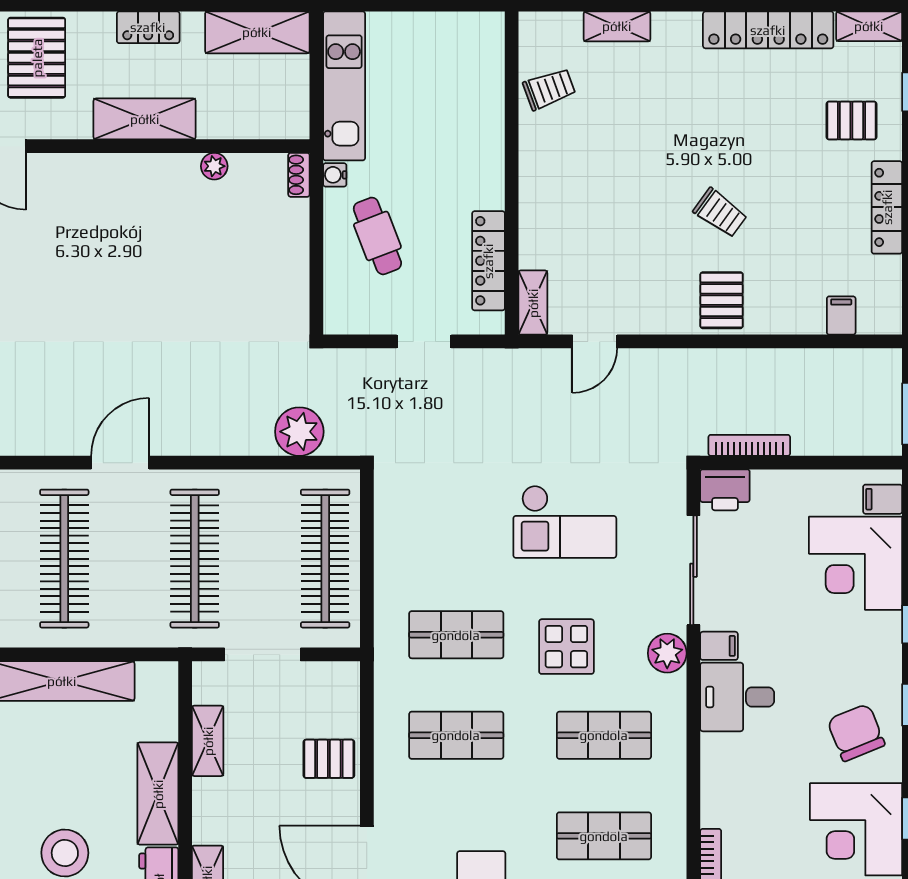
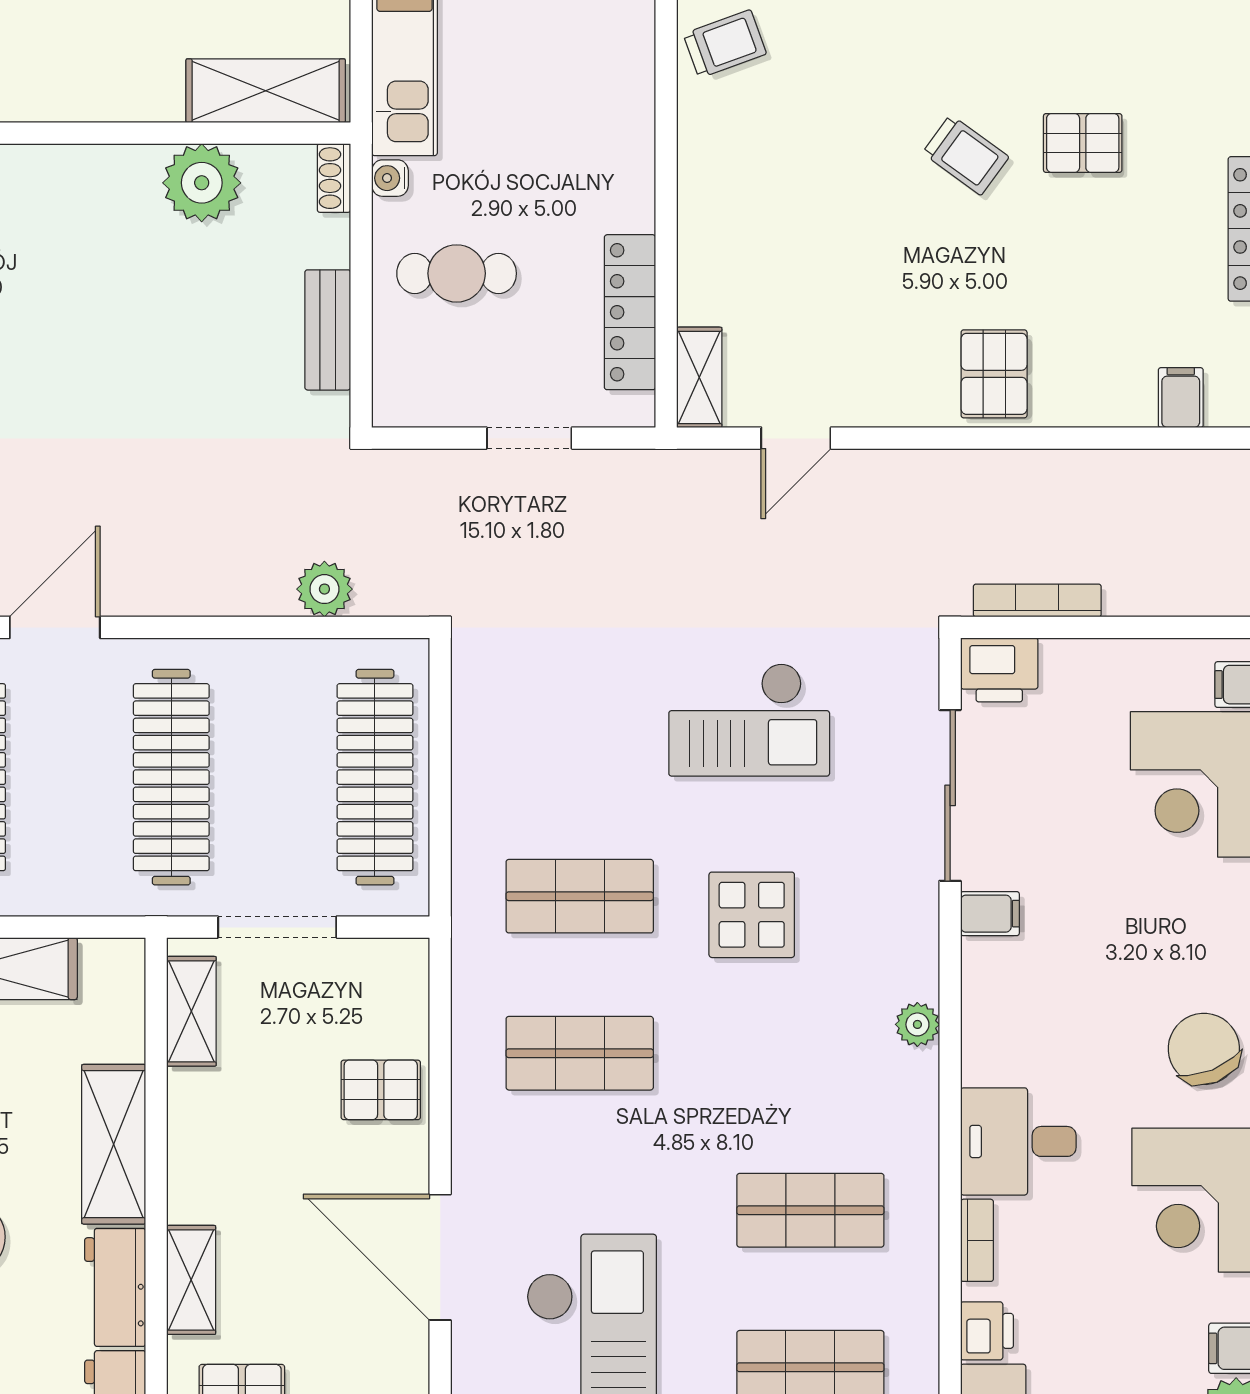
shelving: (145, 119) -> (266, 91), moved
pallet: (851, 120) -> (1083, 143), moved
plant: (214, 166) -> (202, 183), width x1.87, depth x1.87
trolley: (720, 213) -> (966, 155), moved
cafe table: (377, 236) -> (457, 273), turned -69
bench: (295, 272) -> (328, 330), added
plant: (299, 432) -> (324, 589), width x0.73, depth x0.73
plant: (667, 653) -> (917, 1024), moved, width x0.73, depth x0.73
desk: (737, 697) -> (1018, 1141), moved
shop shelf: (604, 735) -> (810, 1053), removed
shelving: (208, 741) -> (191, 1011), moved

